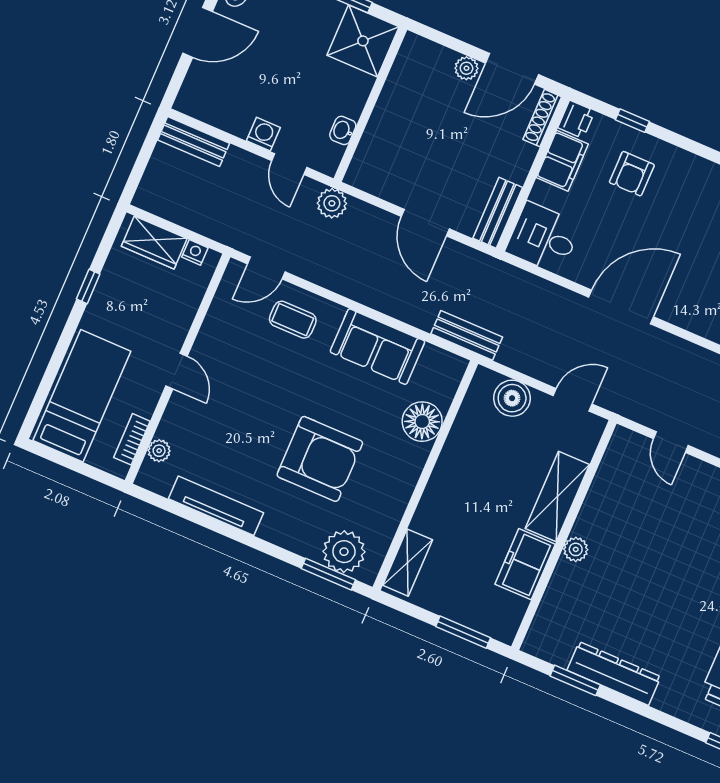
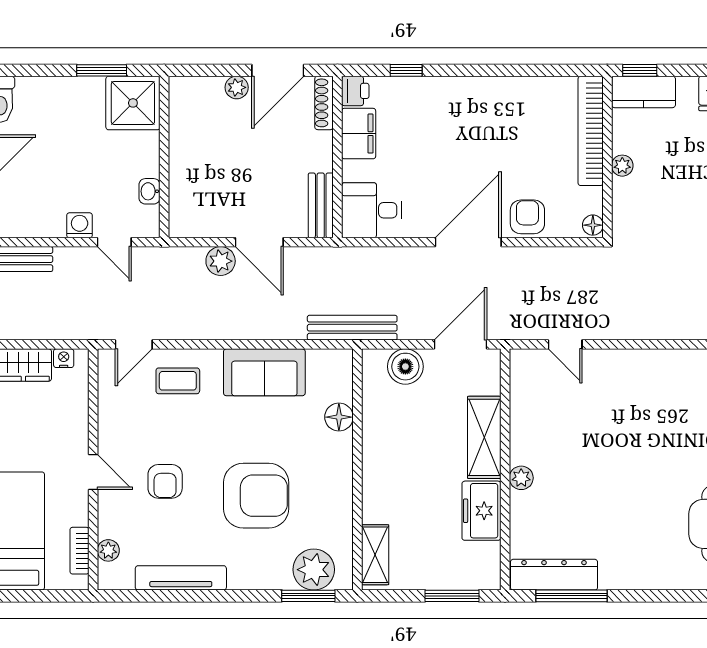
armchair: (632, 174) -> (527, 217), moved, turned 180
plant: (332, 203) -> (221, 261), moved
bench: (467, 335) -> (352, 328), width x1.36
door: (573, 400) -> (461, 344), width x1.38
armchair: (240, 409) -> (165, 481), added
floor lamp: (422, 422) -> (339, 417), width x0.73, depth x0.73
dresser: (614, 674) -> (554, 575), moved
window: (575, 680) -> (571, 596), width x1.44

